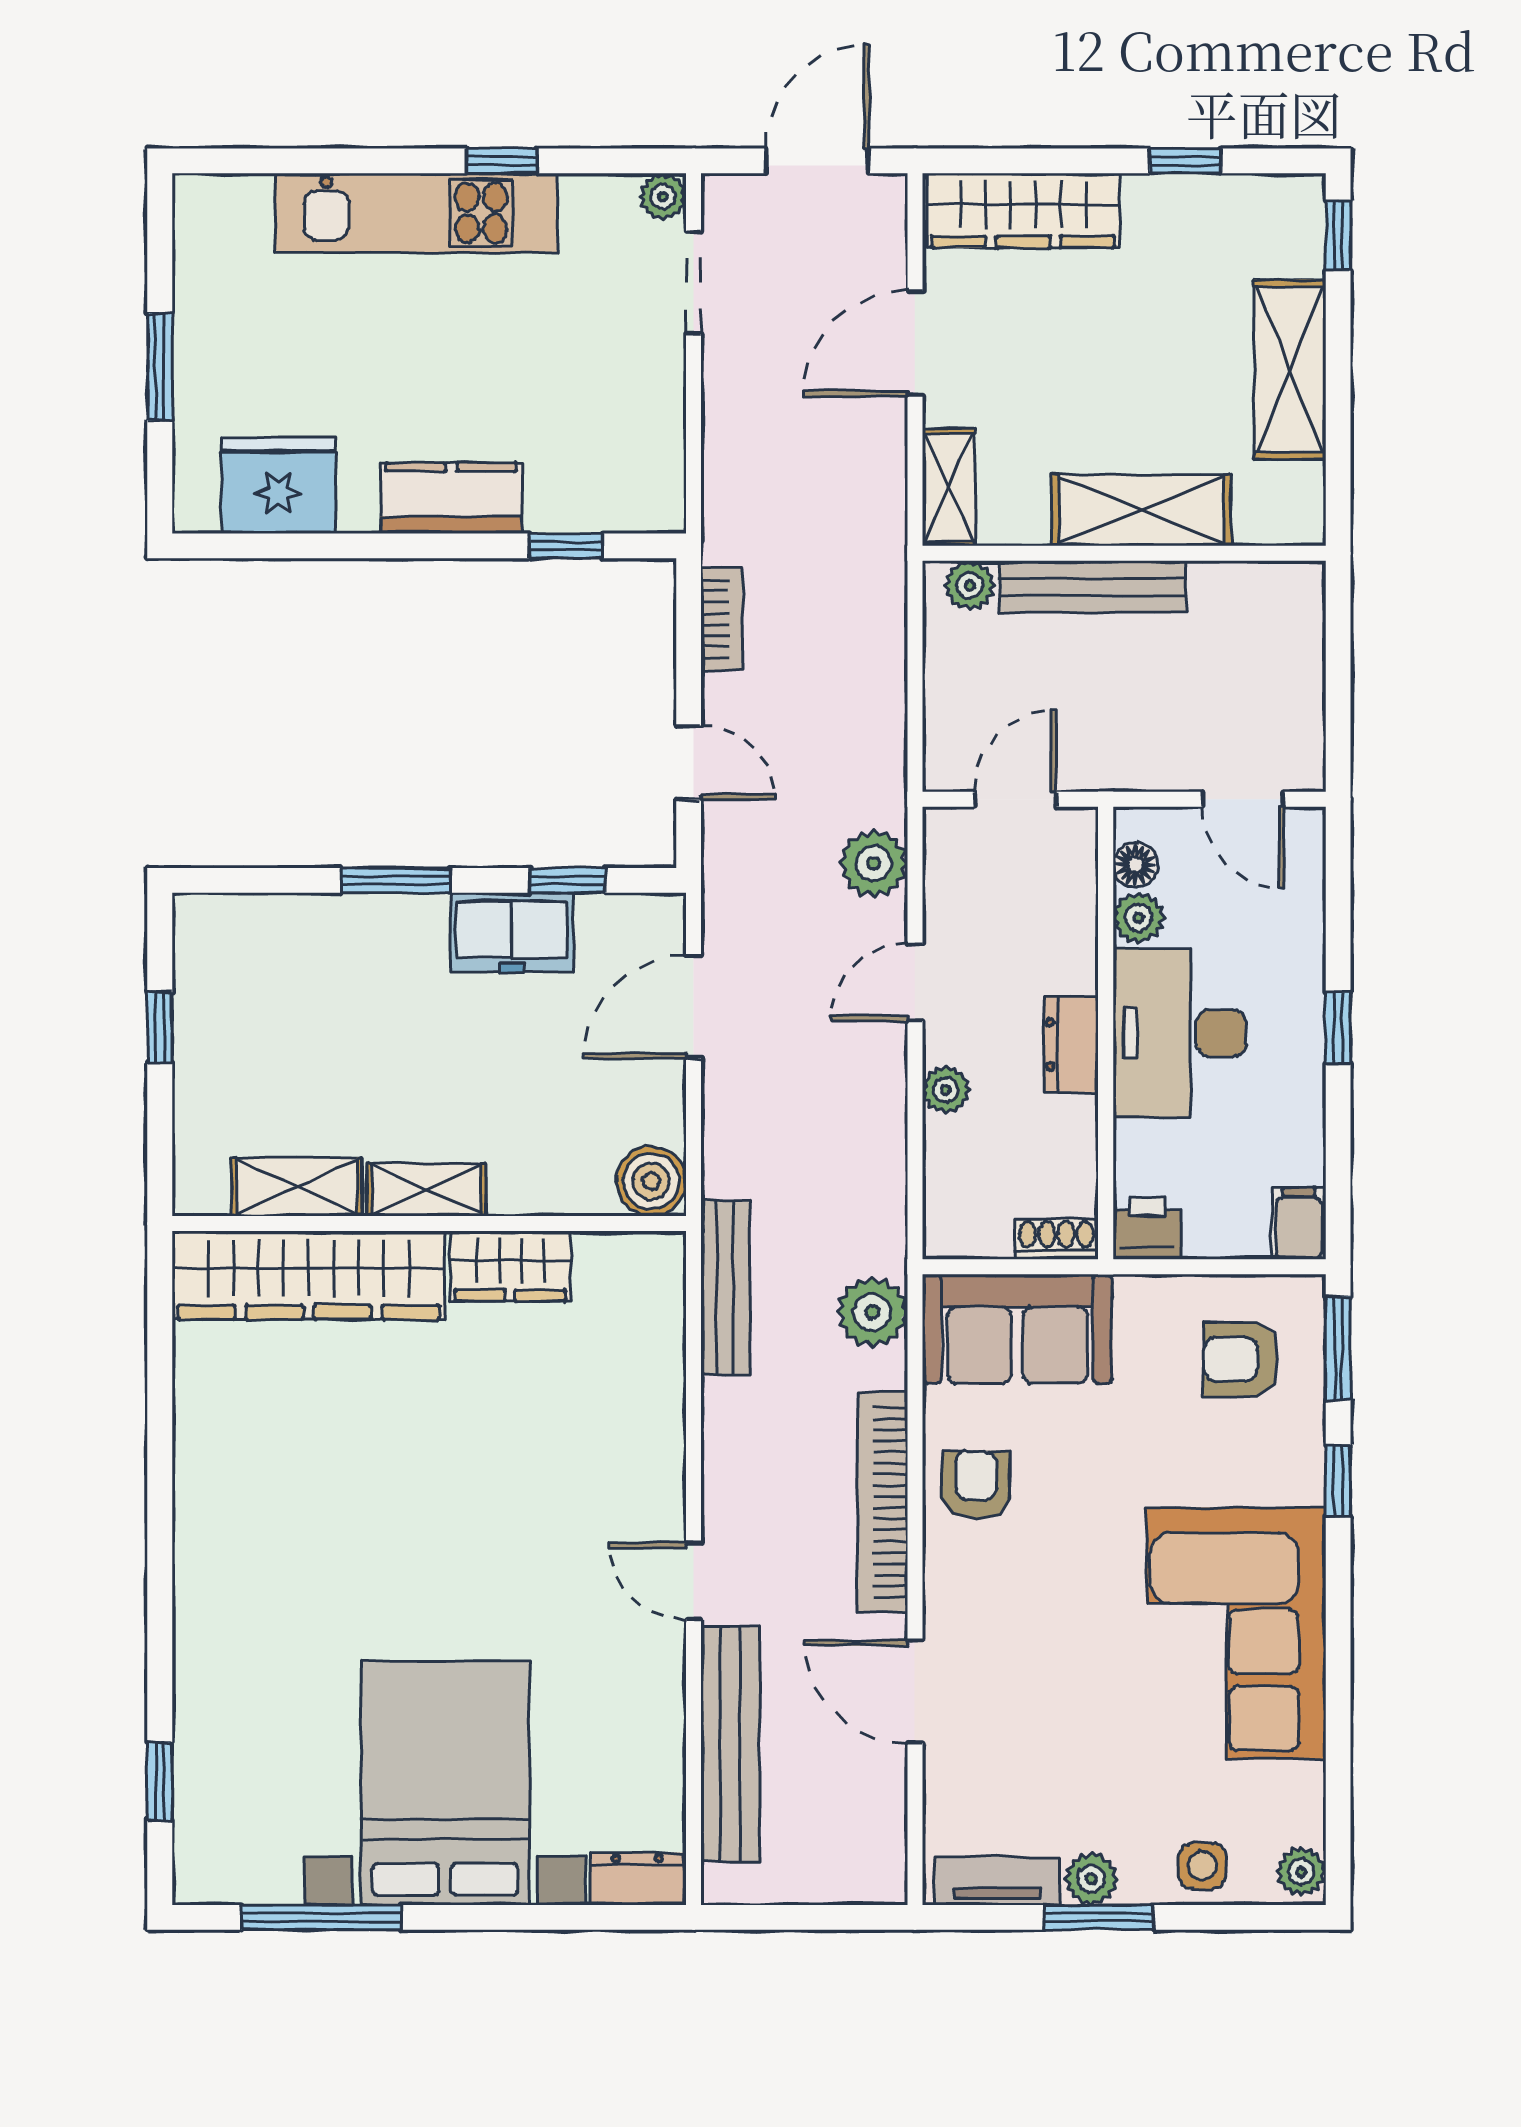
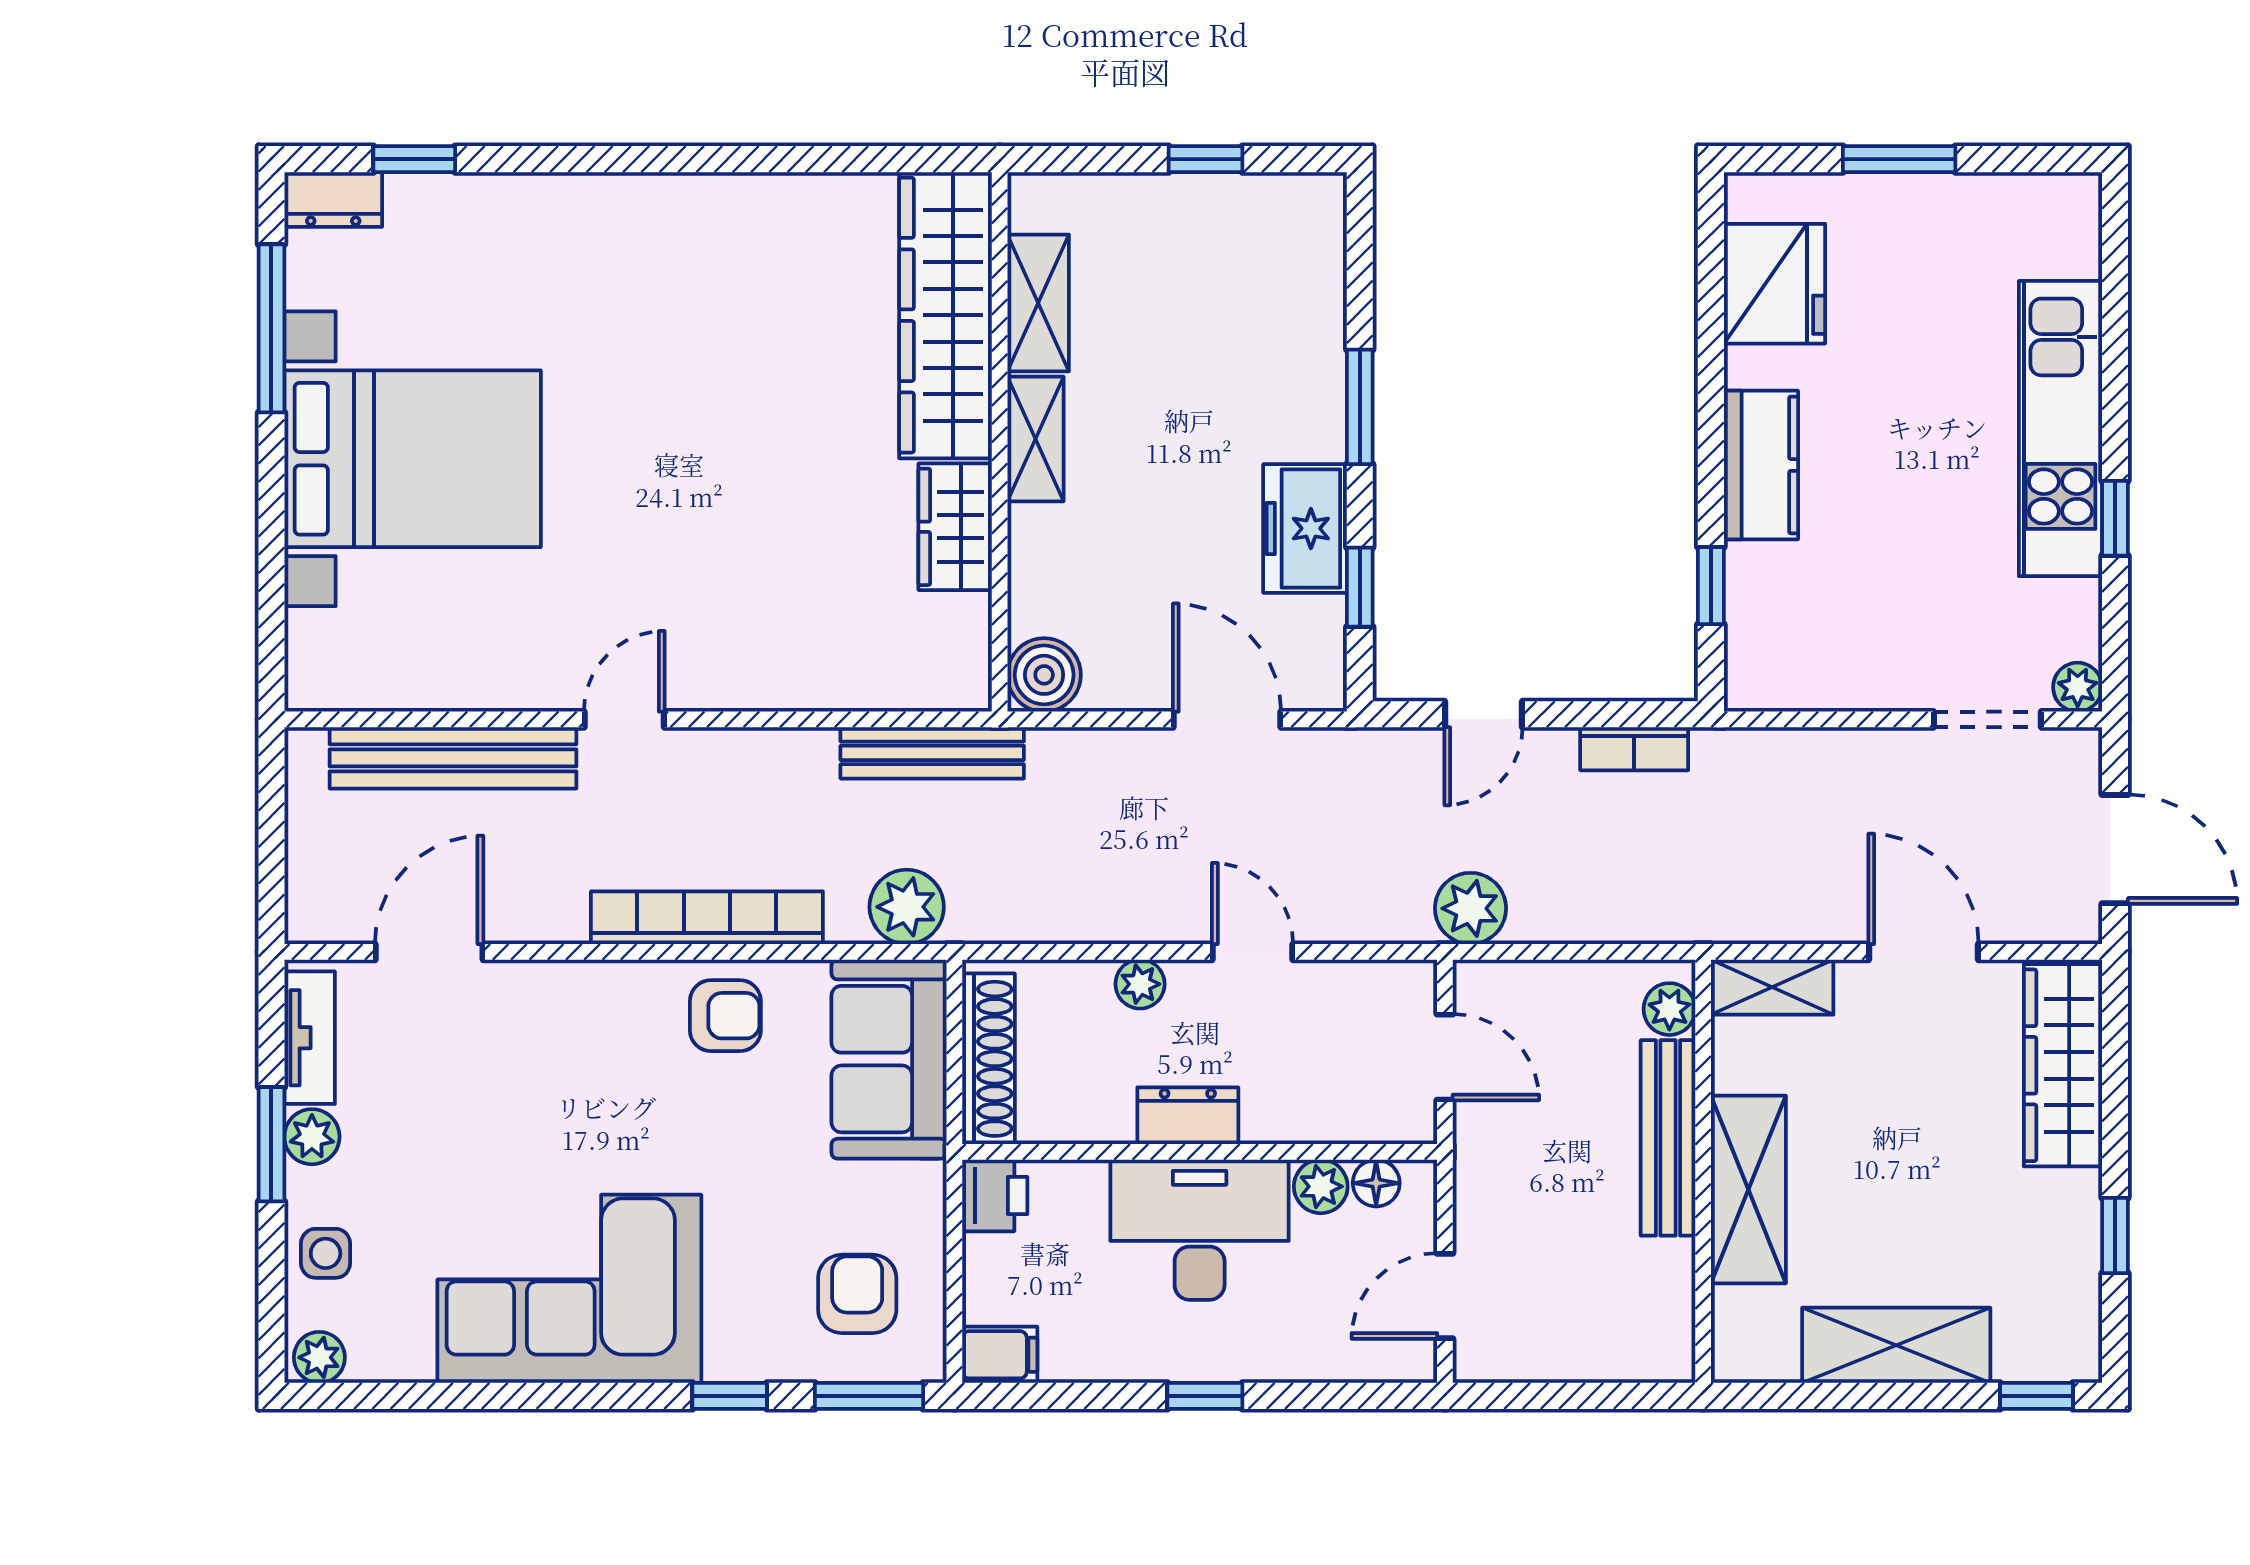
plant: (874, 863) -> (1471, 908), moved
shoe rack: (1056, 1239) -> (988, 1059), width x1.94, depth x1.24
door: (915, 1692) -> (429, 952), moved
dresser: (637, 1879) -> (333, 200), moved, turned 90

